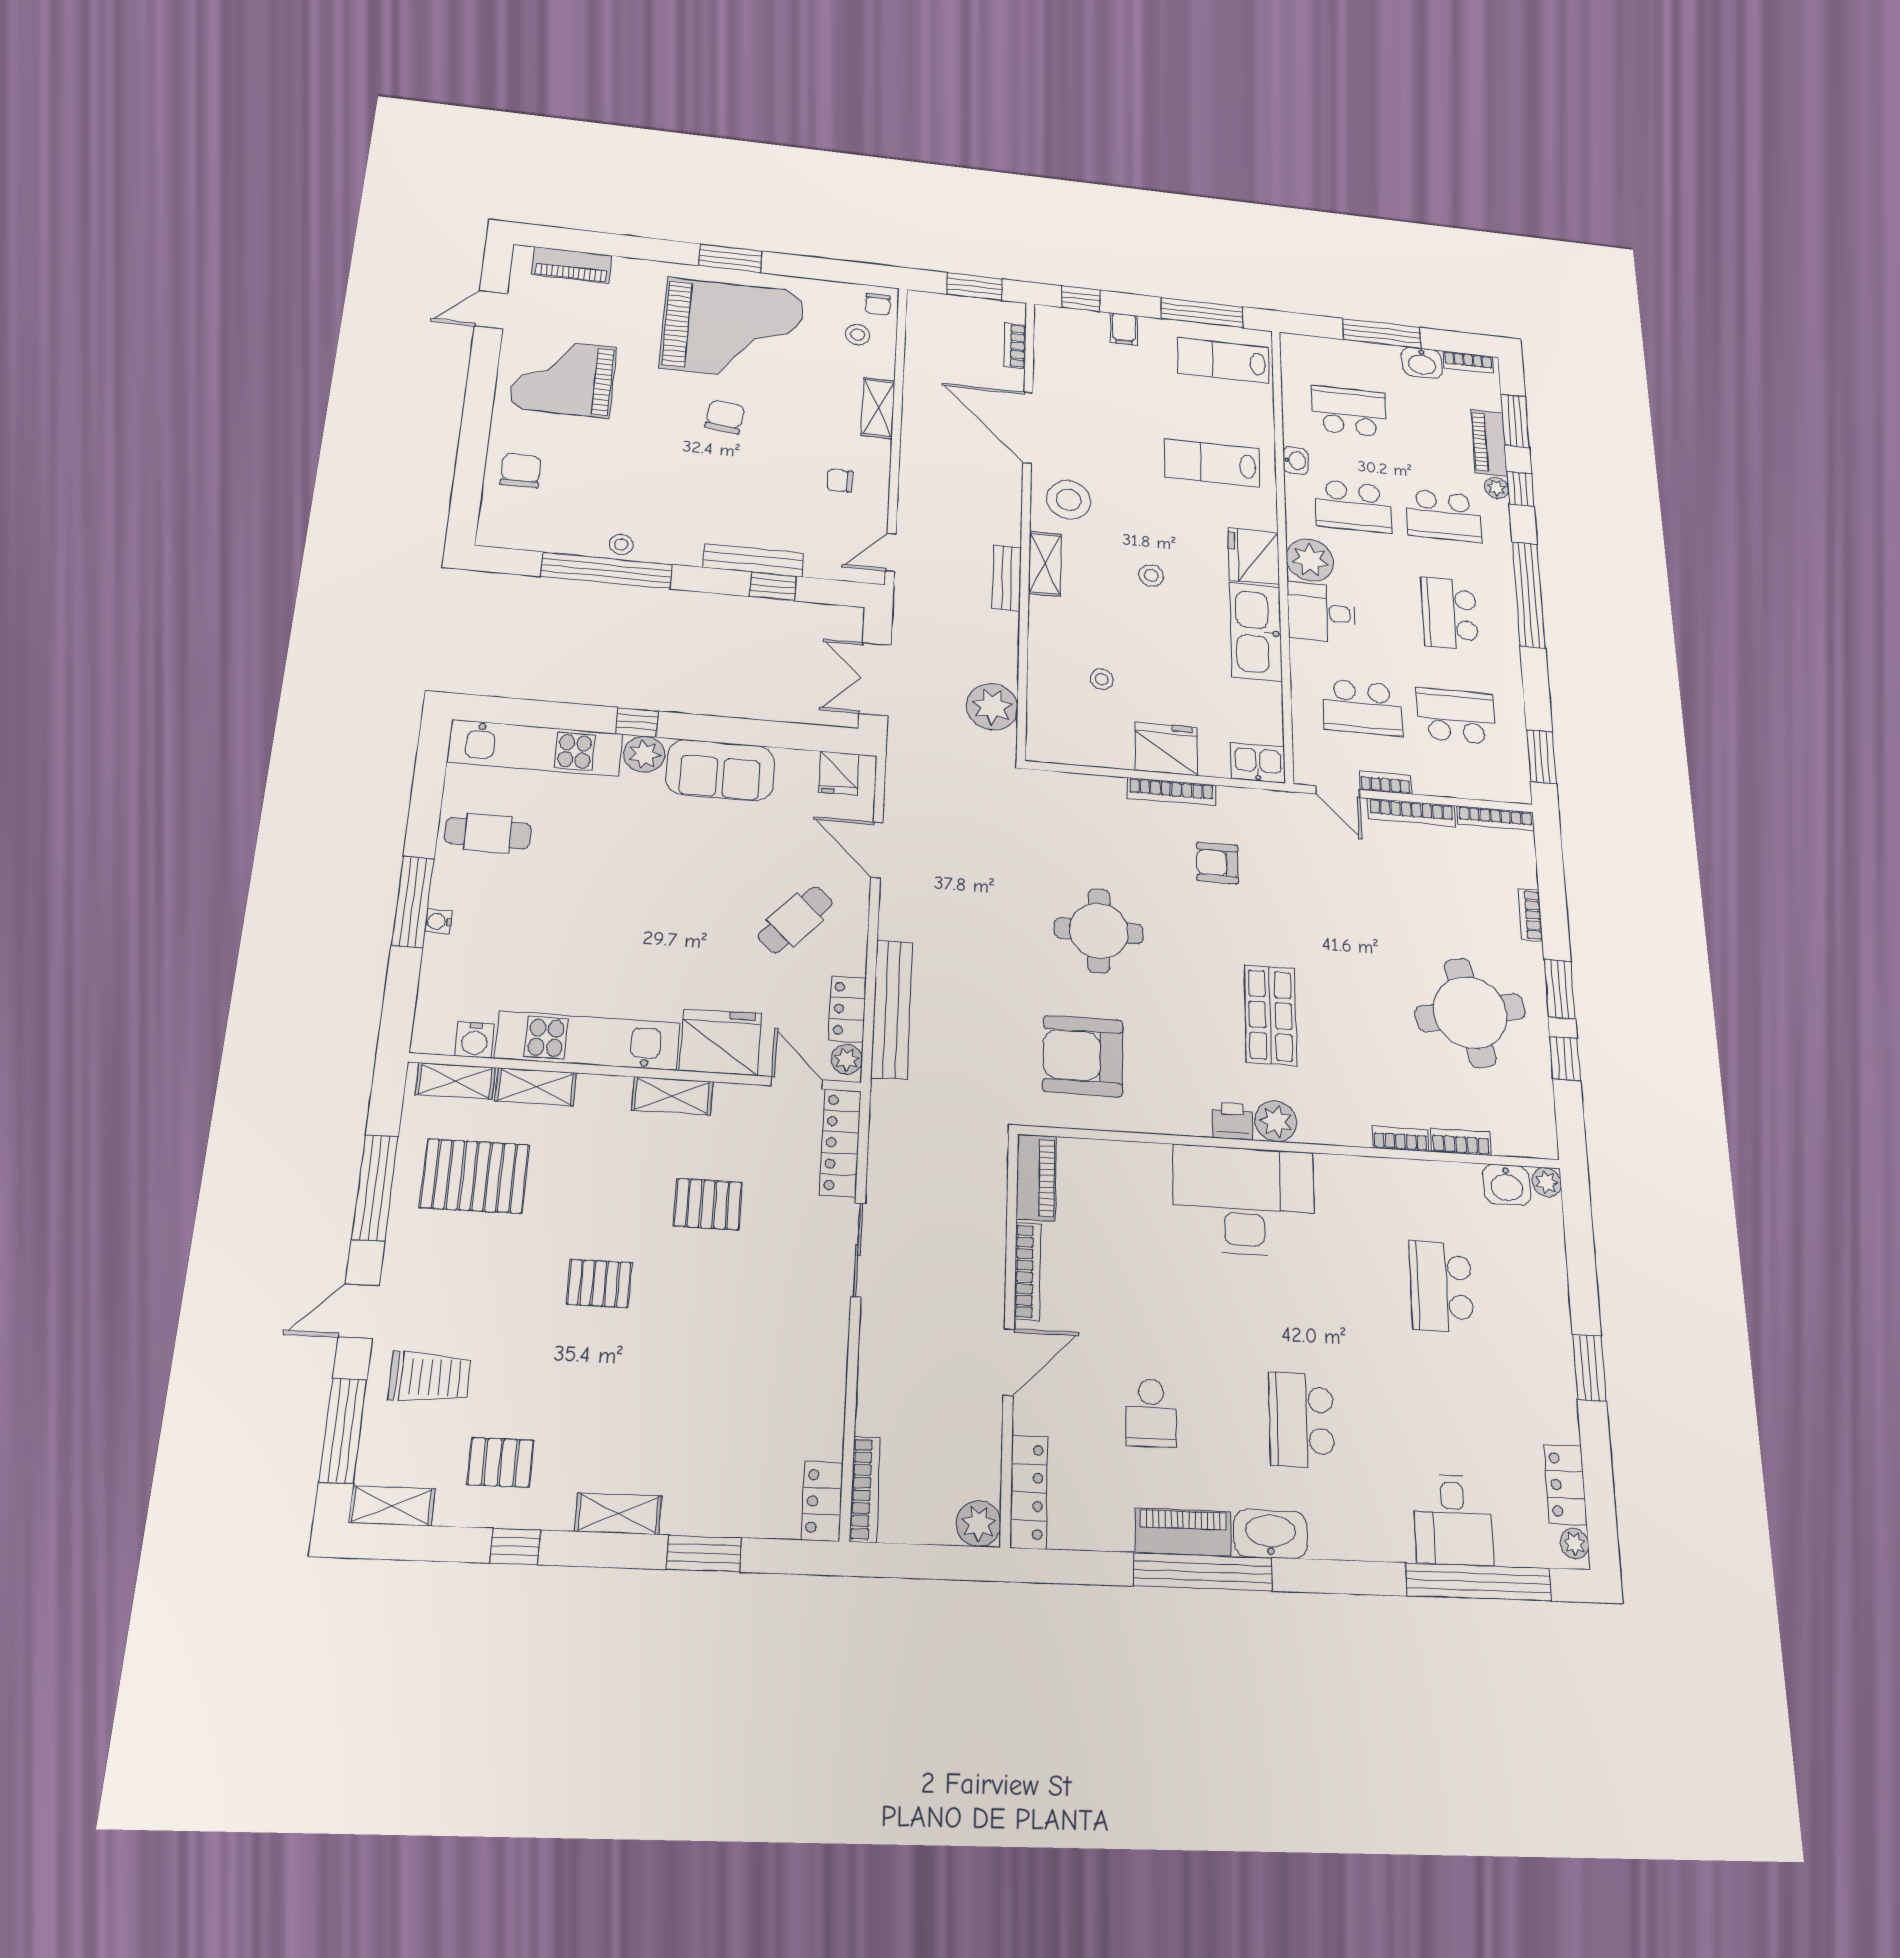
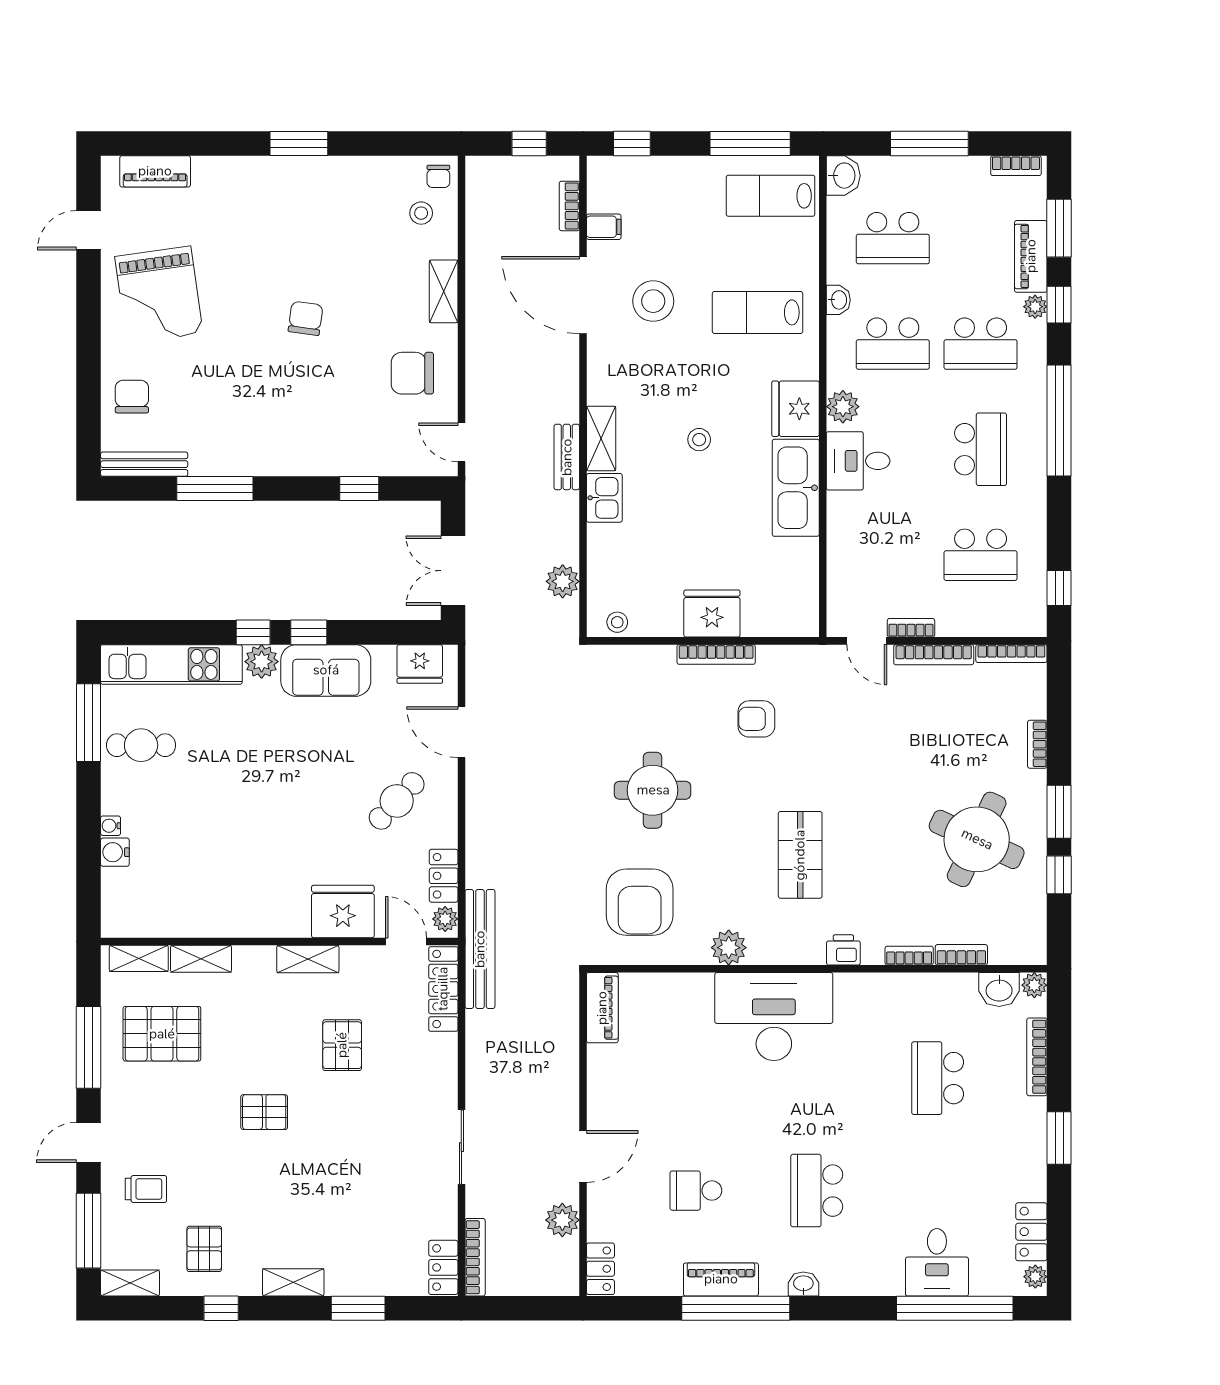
window: (974, 286) -> (529, 143), width x0.67
filing cabinet: (1124, 329) -> (604, 227), moved, turned -90
grand piano: (733, 330) -> (306, 223), removed
washbasin: (1422, 363) -> (843, 176), moved, turned -90
grand piano: (563, 377) -> (159, 295), turned -98
school desk: (1349, 411) -> (893, 238), turned 180
chair: (840, 481) -> (412, 373), width x1.87, depth x1.87
stool: (1069, 500) -> (653, 301), moved
stool: (621, 544) -> (225, 461), removed
door: (891, 552) -> (461, 442), hinge flipped
bench: (753, 560) -> (144, 464), moved
plant: (1310, 560) -> (843, 407), width x0.73, depth x0.73
window: (607, 570) -> (215, 488), width x0.68
school desk: (1450, 614) -> (981, 449), turned 180
stool: (1102, 679) -> (617, 622), moved
plant: (992, 707) -> (563, 581), width x0.73, depth x0.73
school desk: (1362, 707) -> (893, 555), removed
school desk: (1456, 716) -> (981, 555), turned 180
window: (703, 728) -> (309, 632), added
window: (1541, 756) -> (1059, 588), width x0.67
kitchen sink: (1258, 763) -> (604, 498), moved, turned 90
fridge: (839, 773) -> (420, 664), width x1.38
window: (413, 902) -> (89, 723), moved
bench: (892, 1009) -> (480, 949), moved
round table: (1470, 1013) -> (977, 839), turned 37
water cooler: (475, 1040) -> (115, 852), moved, turned 90
kitchen unit: (588, 1041) -> (238, 918), removed
armchair: (1083, 1056) -> (640, 902), turned -90
printer: (1233, 1121) -> (843, 950), moved
plant: (1276, 1121) -> (729, 948), moved
pallet: (708, 1204) -> (342, 1045), turned 90
sliding door: (858, 1250) -> (461, 1147), moved
bookcase: (1028, 1271) -> (1037, 1057), moved, turned 180
trolley: (430, 1377) -> (146, 1189), width x0.73, depth x0.72
school desk: (1151, 1413) -> (696, 1191), turned 90
pallet: (501, 1462) -> (204, 1249), turned 90
locker: (1029, 1492) -> (600, 1269), width x0.66
plant: (979, 1524) -> (562, 1220), moved
washbasin: (1271, 1534) -> (803, 1284), width x0.52, depth x0.69

